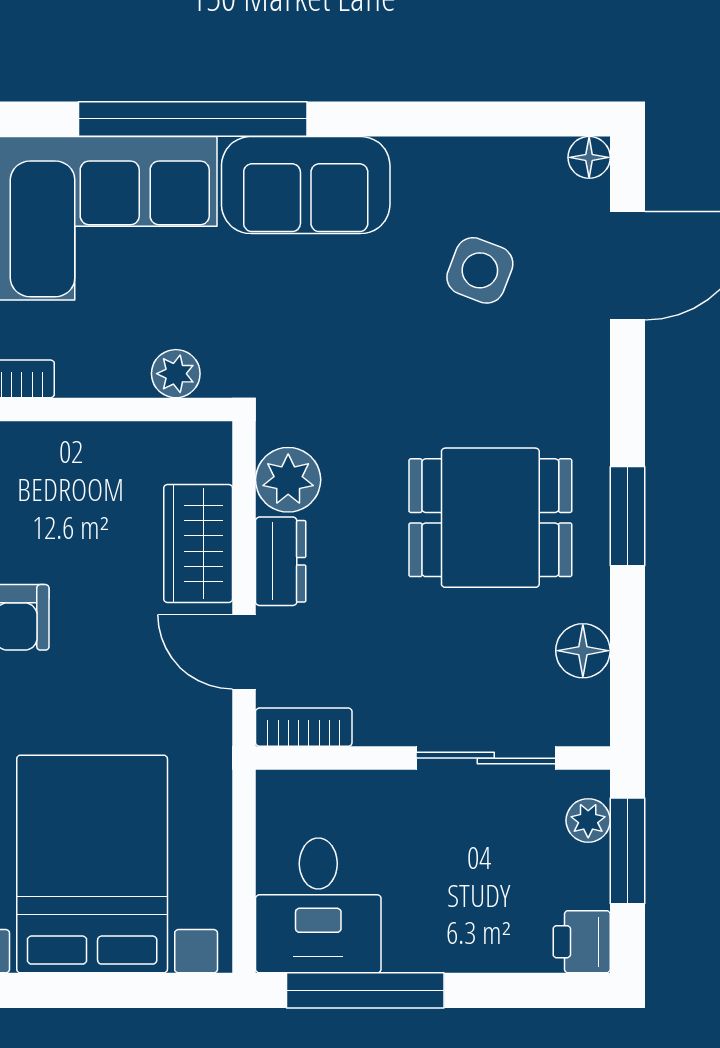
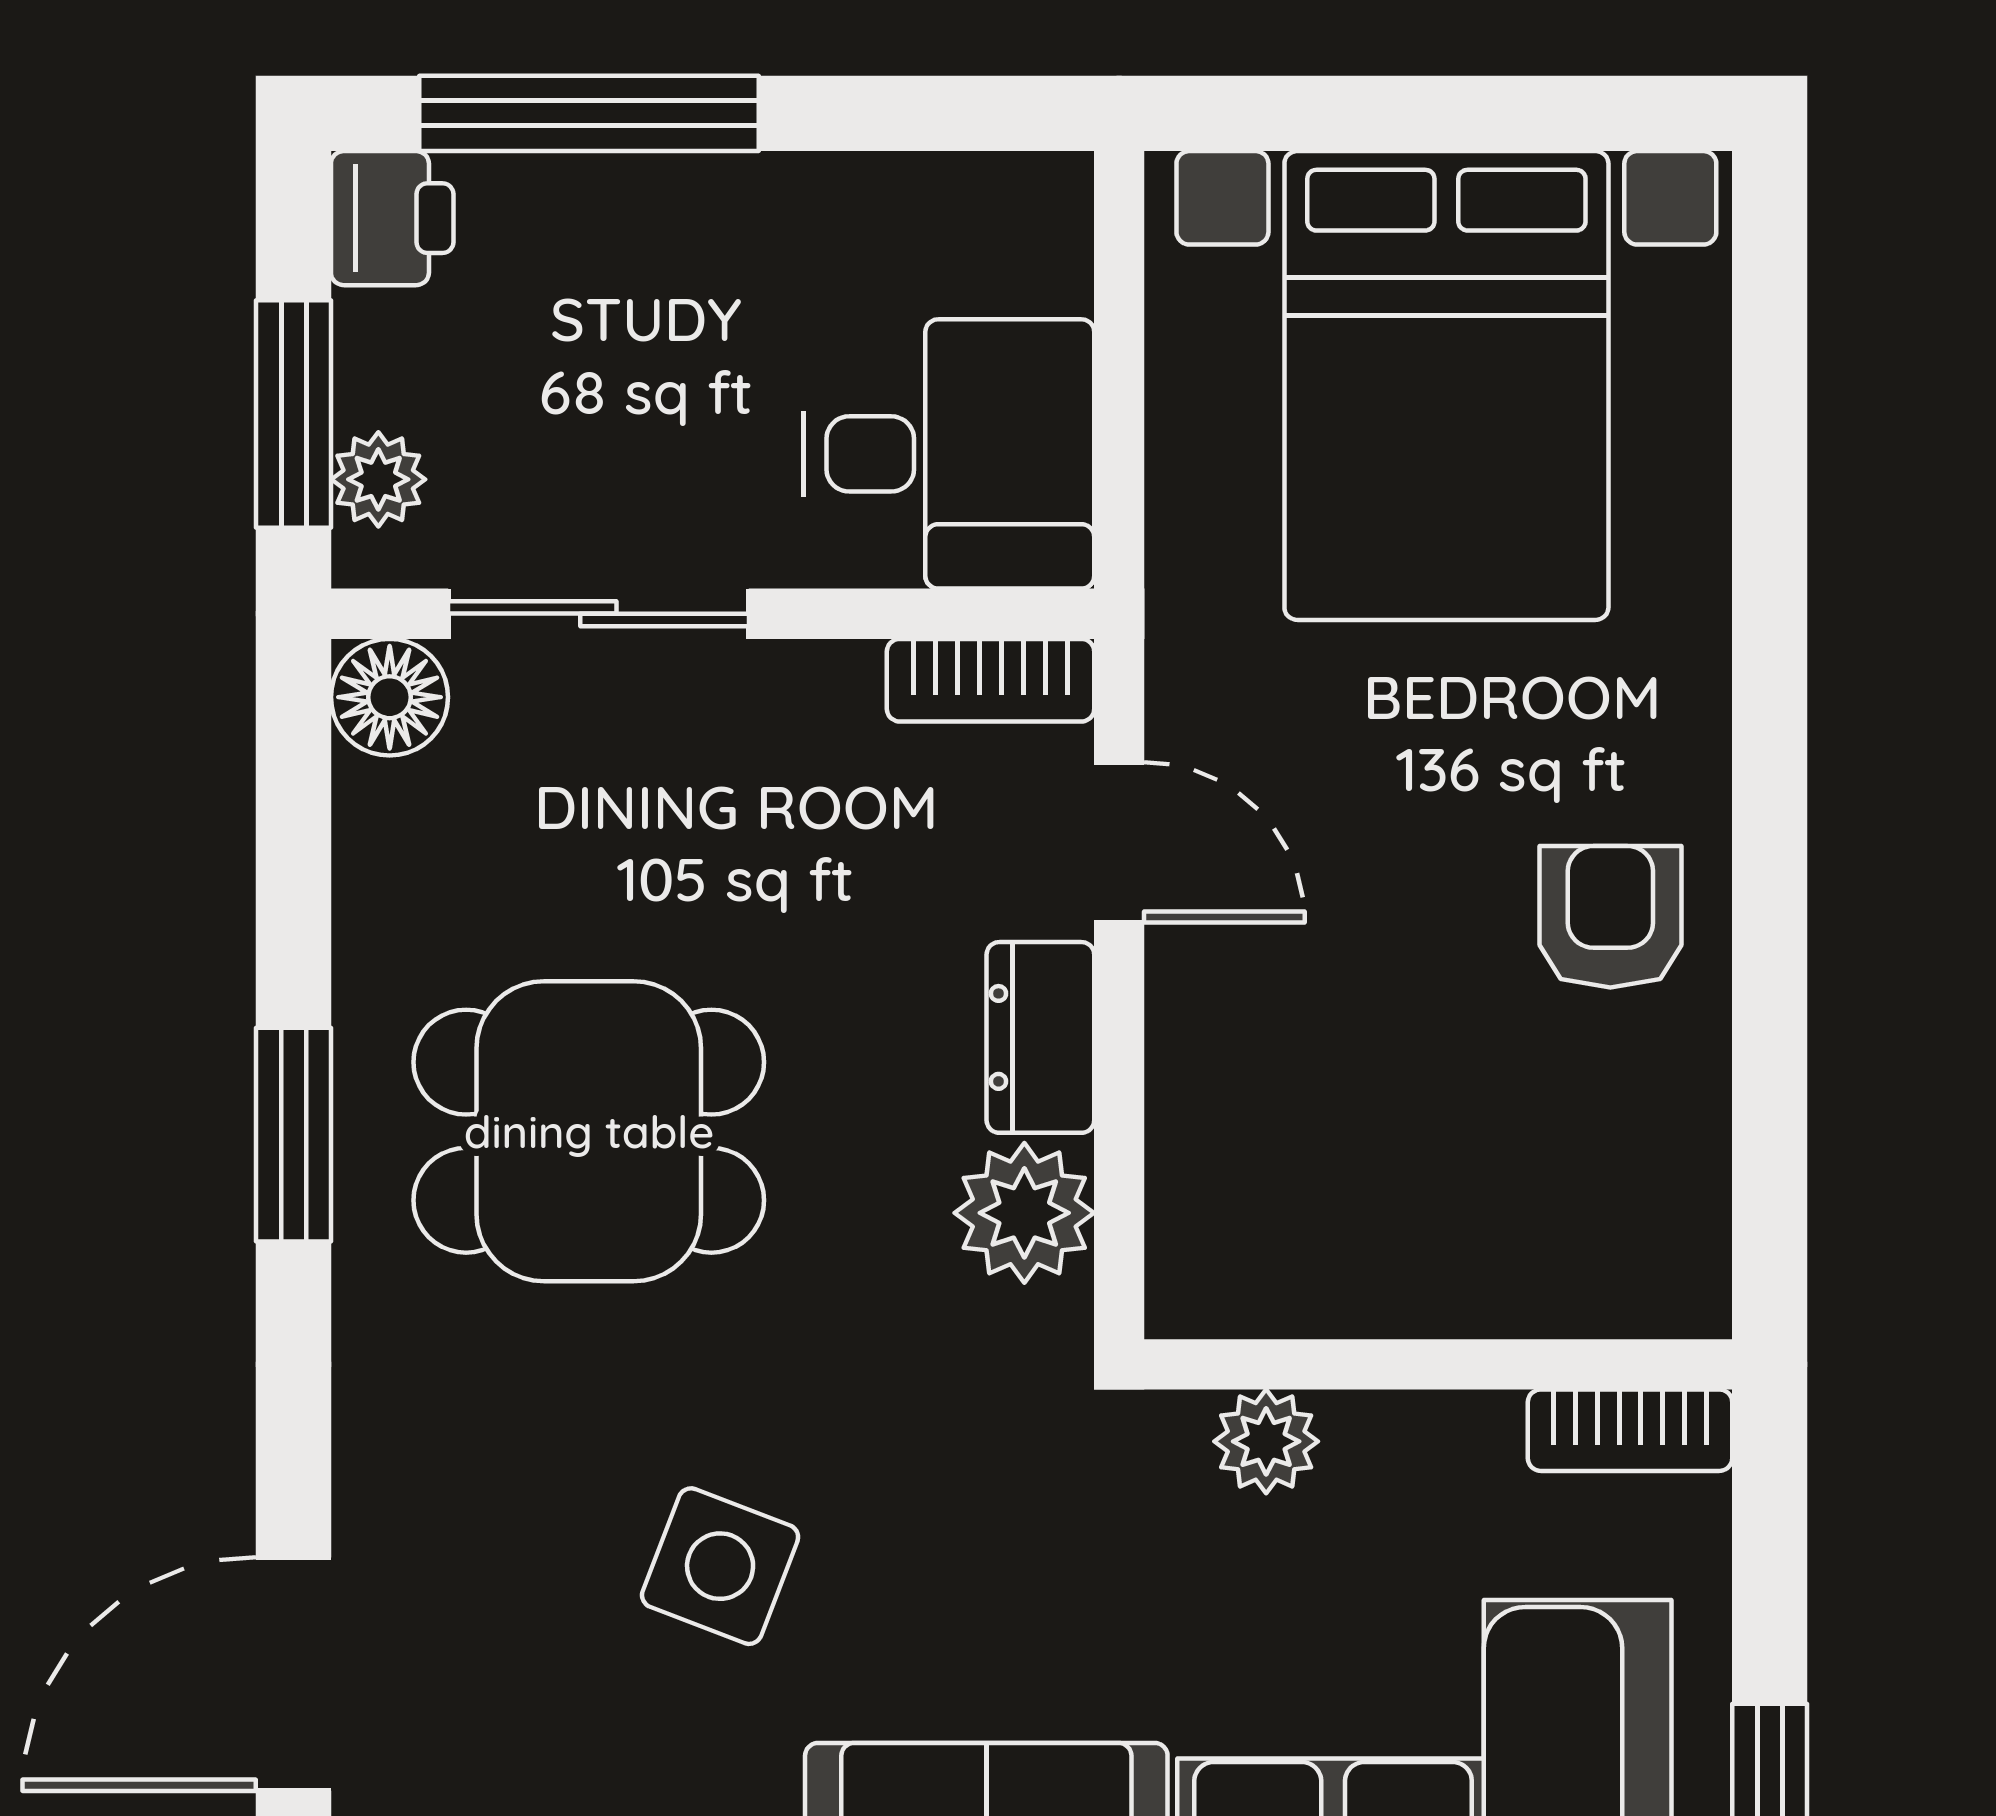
side table: (480, 270) -> (720, 1566), moved
wardrobe: (198, 543) -> (1218, 1076), removed
floor lamp: (583, 651) -> (390, 697), moved
desk: (318, 905) -> (949, 454), moved, turned 90
window: (365, 990) -> (589, 113), moved

